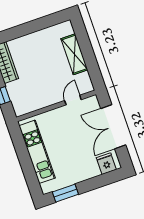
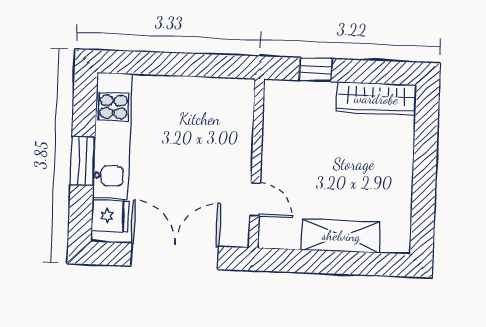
kitchen unit: (37, 152) -> (112, 136), moved, turned -90
window: (65, 193) -> (83, 161), moved

